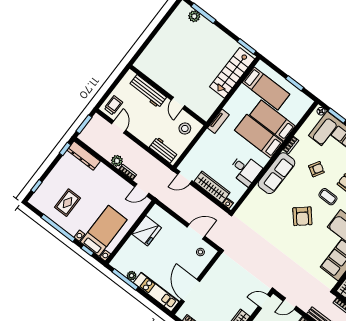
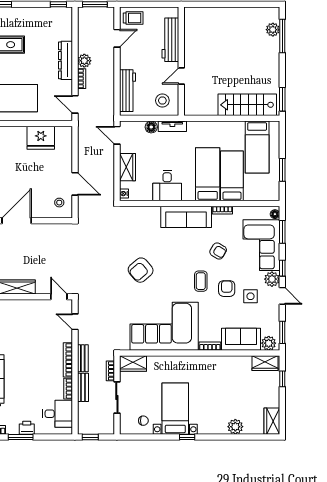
tv unit: (218, 121) -> (172, 126), moved
workbench: (164, 150) -> (127, 91), width x1.38
floor lamp: (197, 150) -> (151, 127), added
dresser: (84, 156) -> (65, 60), moved
wardrobe: (212, 187) -> (127, 167), width x0.67
armchair: (302, 216) -> (141, 270), moved

